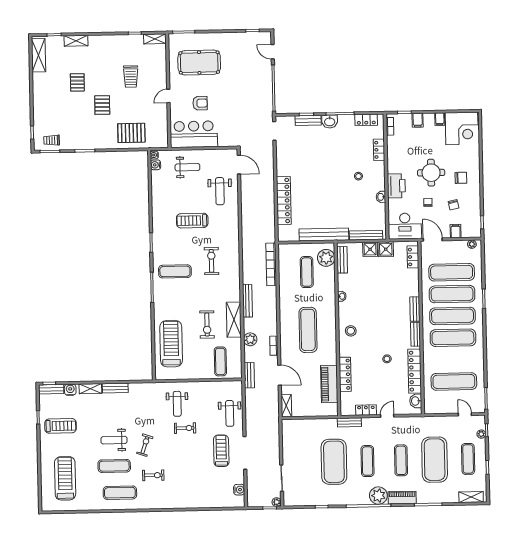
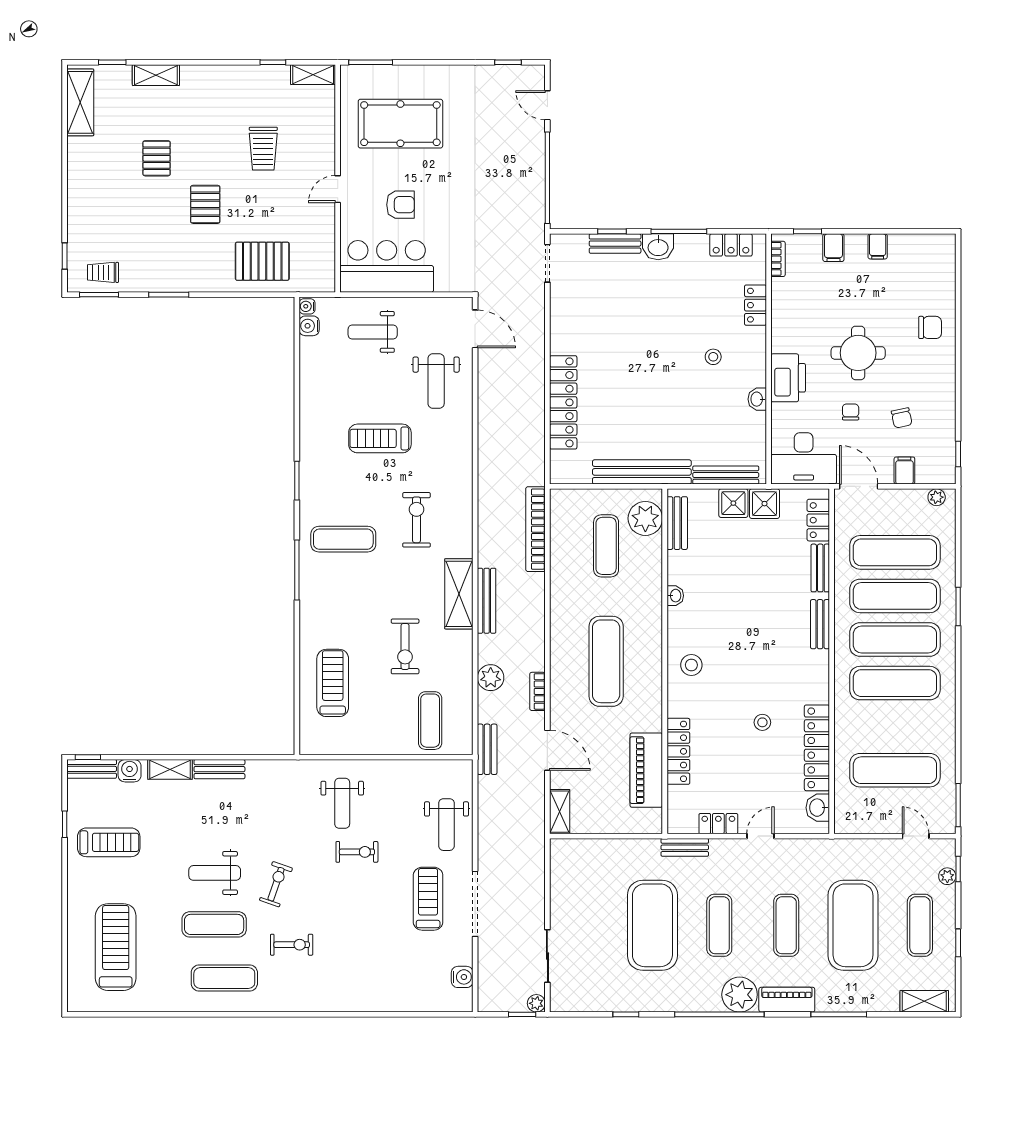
corner desk: (462, 128) -> (921, 266), removed
weight bench: (187, 167) -> (373, 332), turned 180
chair: (461, 178) -> (930, 327), moved
shelving: (234, 320) -> (459, 594), moved
bench: (415, 334) -> (820, 568), moved
treadmill: (171, 344) -> (333, 683), width x0.73, depth x0.73

